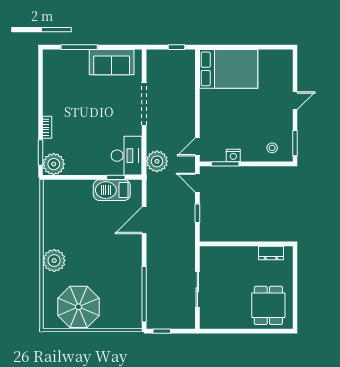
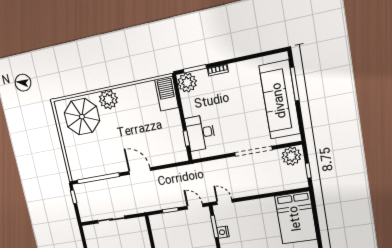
sofa: (112, 62) -> (280, 100), width x1.85, depth x1.27
desk: (127, 156) -> (200, 133), moved, turned 90
plant: (157, 161) -> (291, 156), moved
door: (197, 183) -> (195, 206), hinge flipped
barbecue: (112, 190) -> (167, 94), moved
door: (144, 220) -> (140, 171), moved
parasol: (78, 307) -> (82, 117), moved

